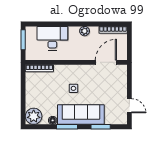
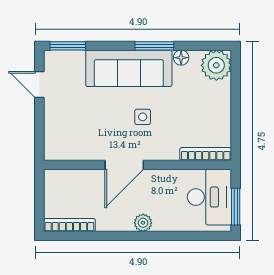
plant: (85, 31) -> (143, 223), moved
desk: (52, 38) -> (209, 197), moved, turned -90
door: (106, 62) -> (124, 165), moved
window: (101, 127) -> (68, 46), moved

